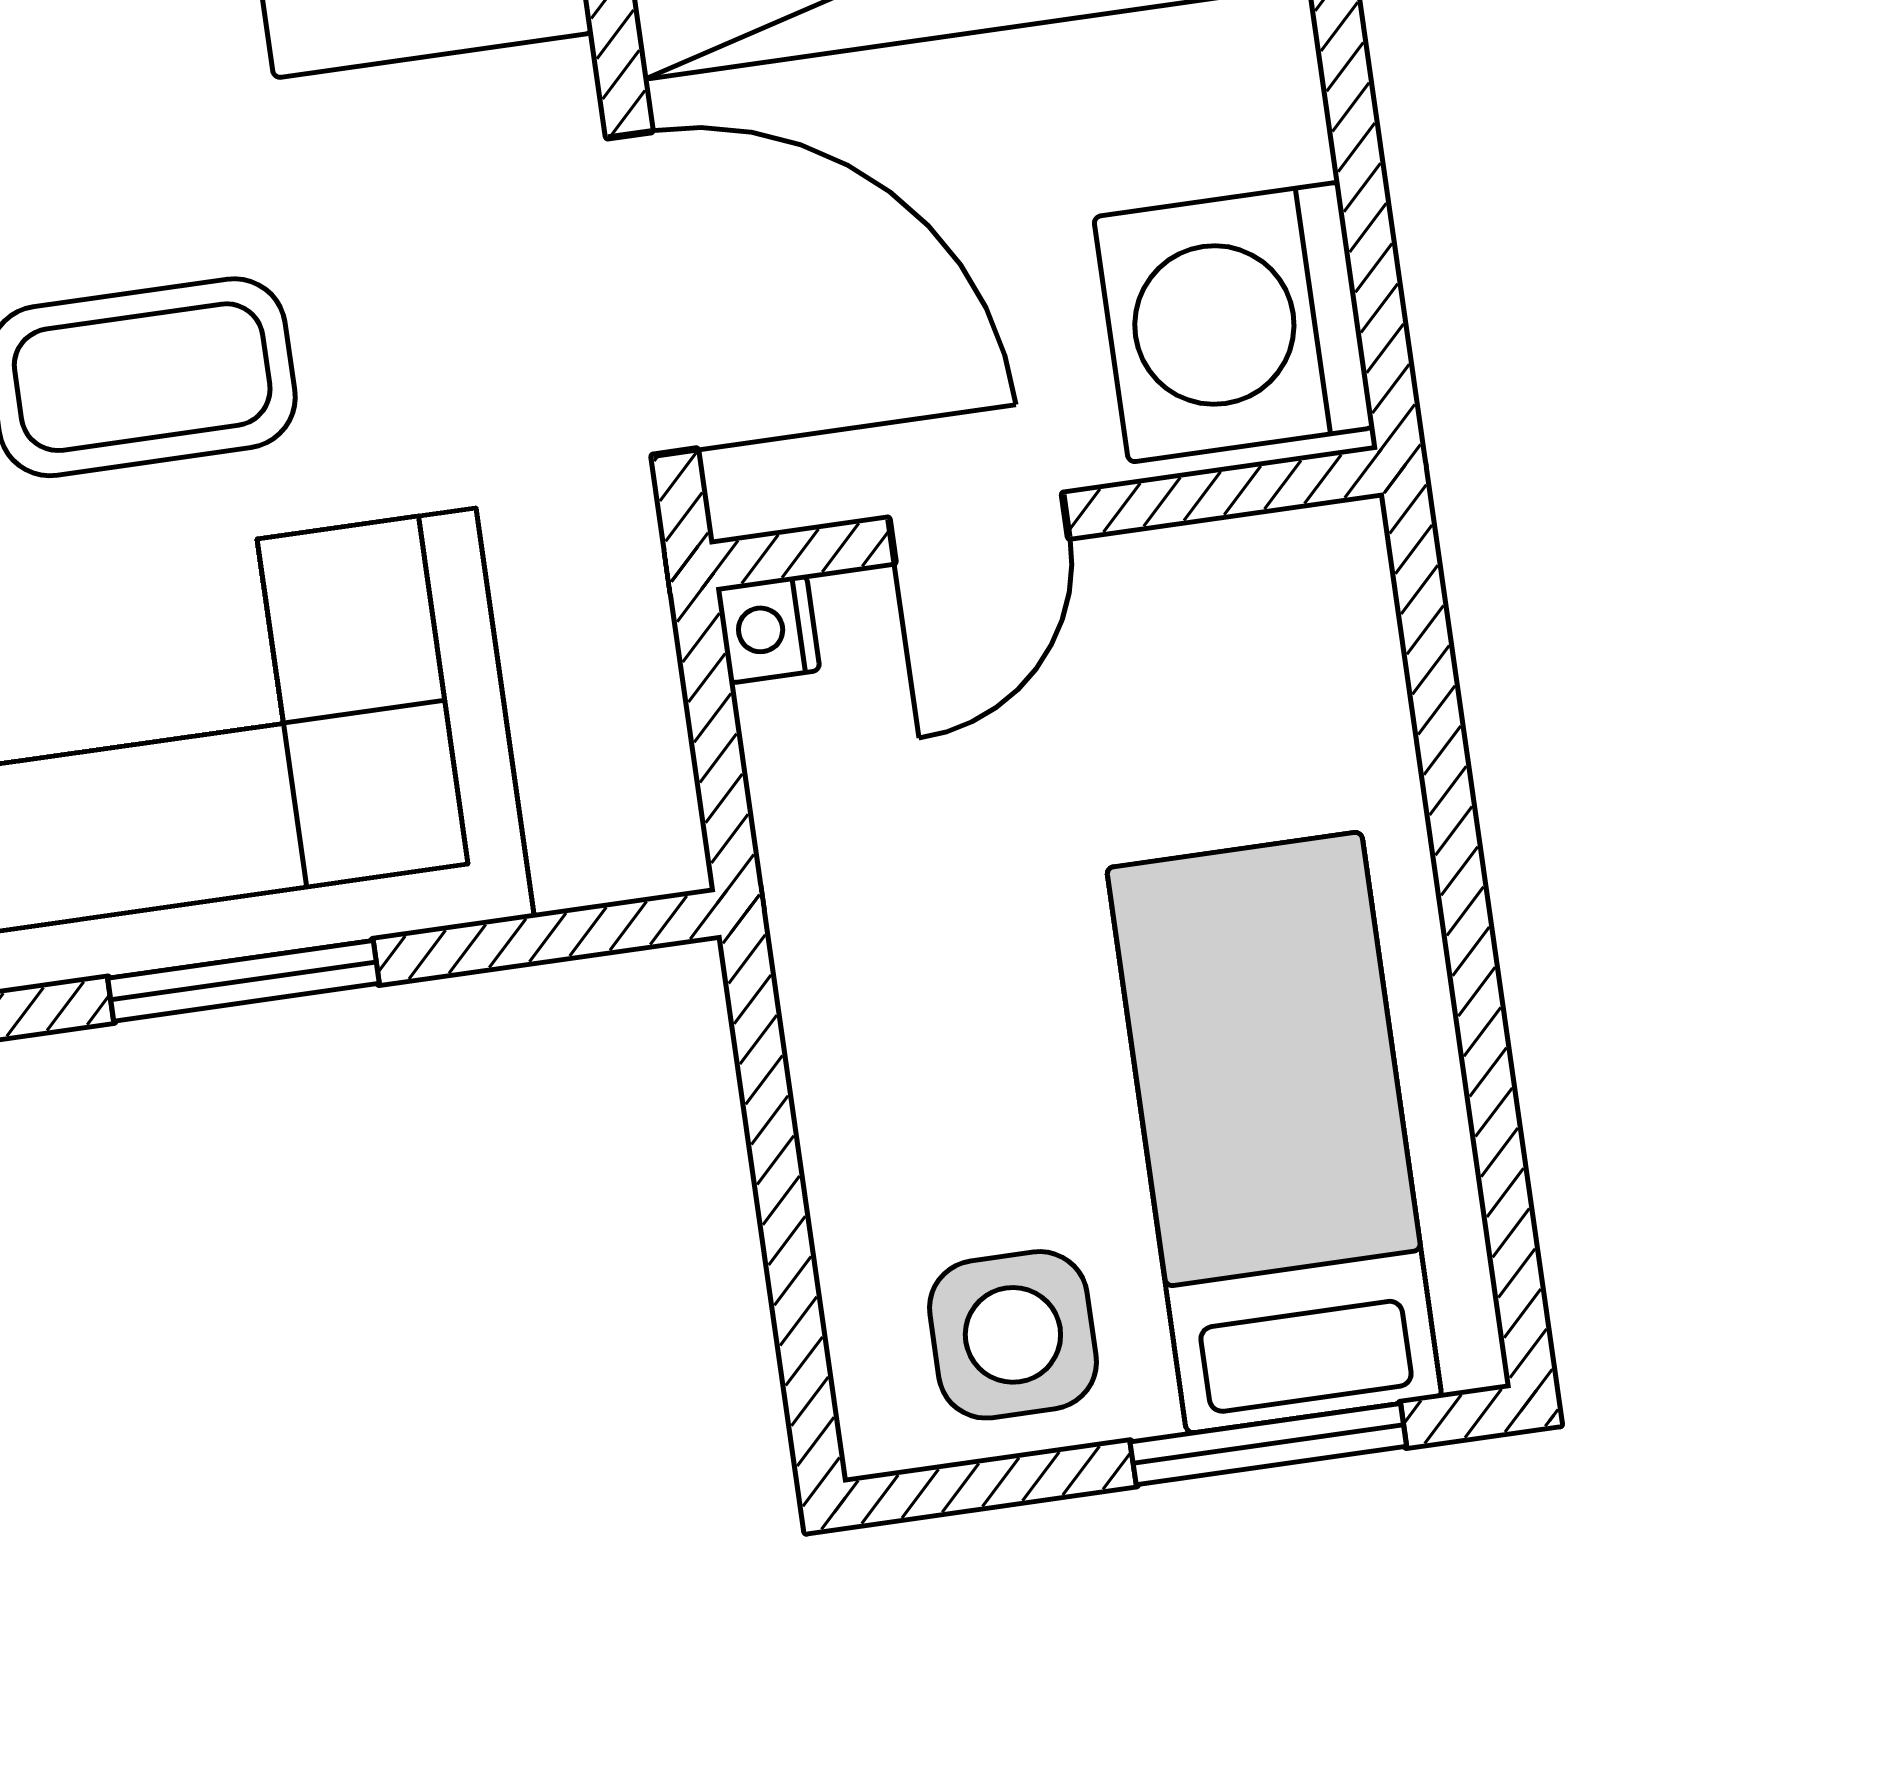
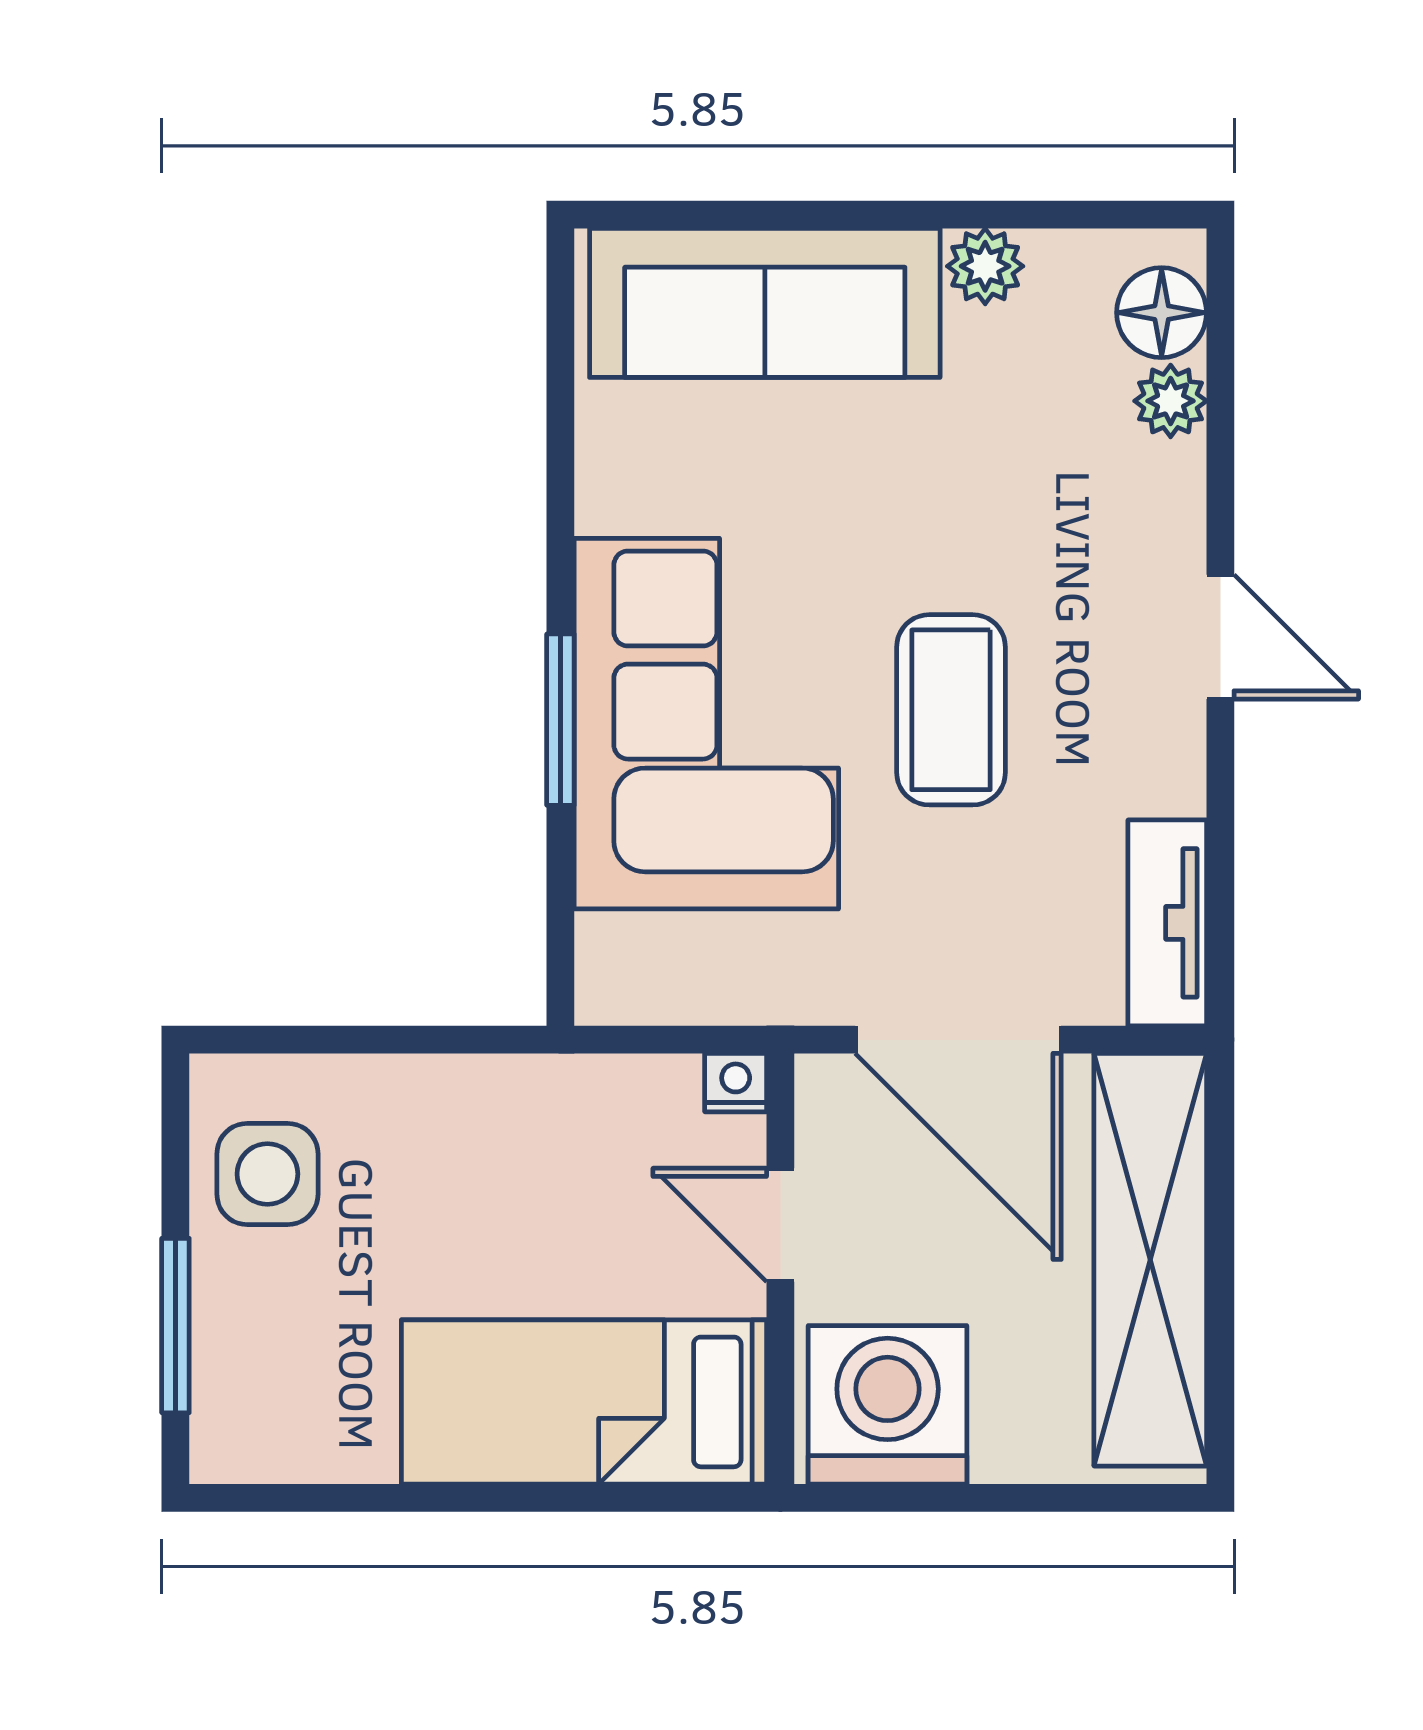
door: (652, 293) -> (958, 1040), hinge flipped
bed: (1274, 1133) -> (584, 1402), moved, turned 180

